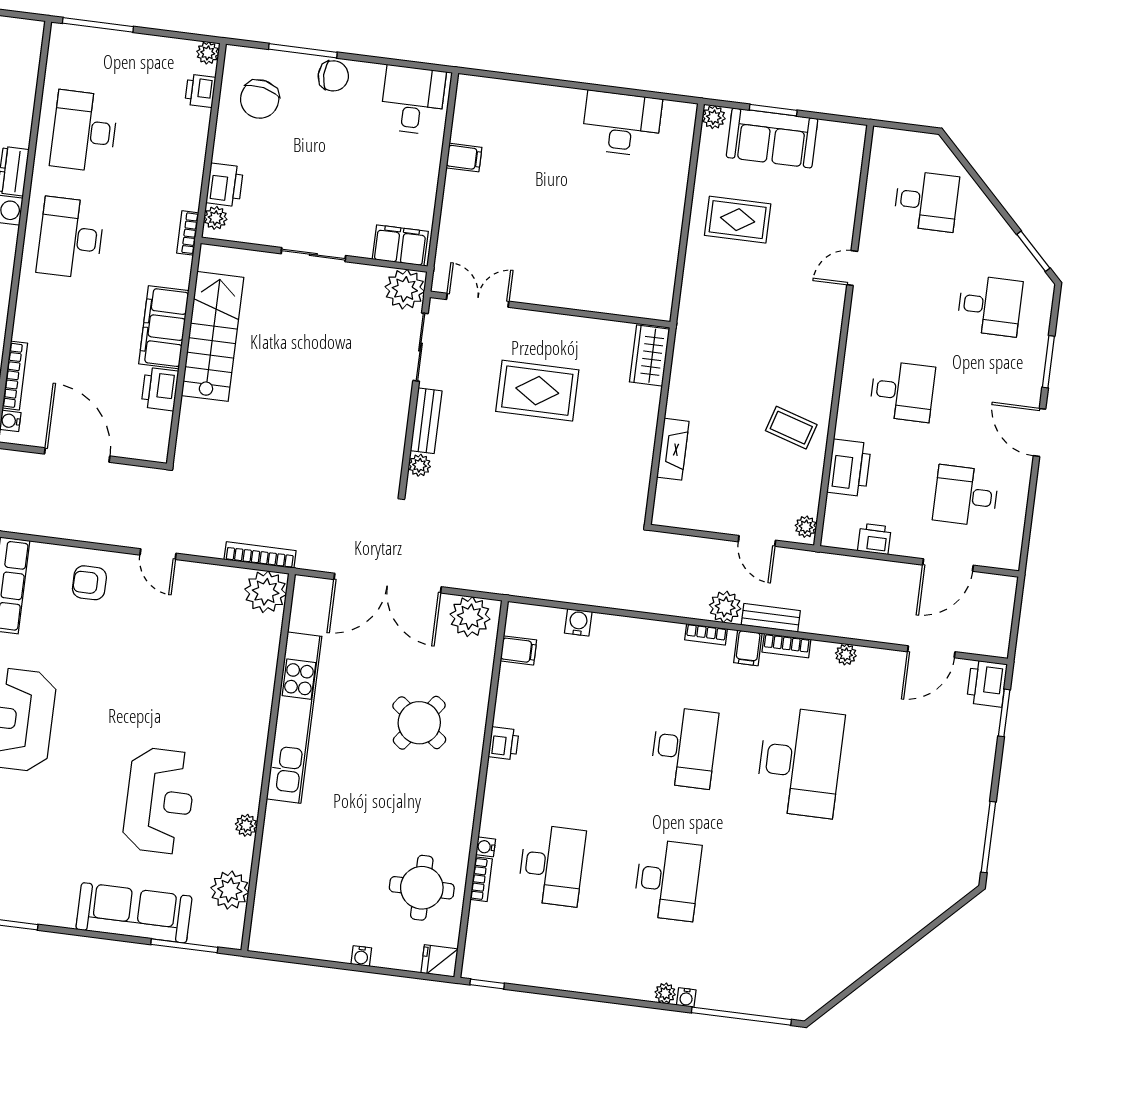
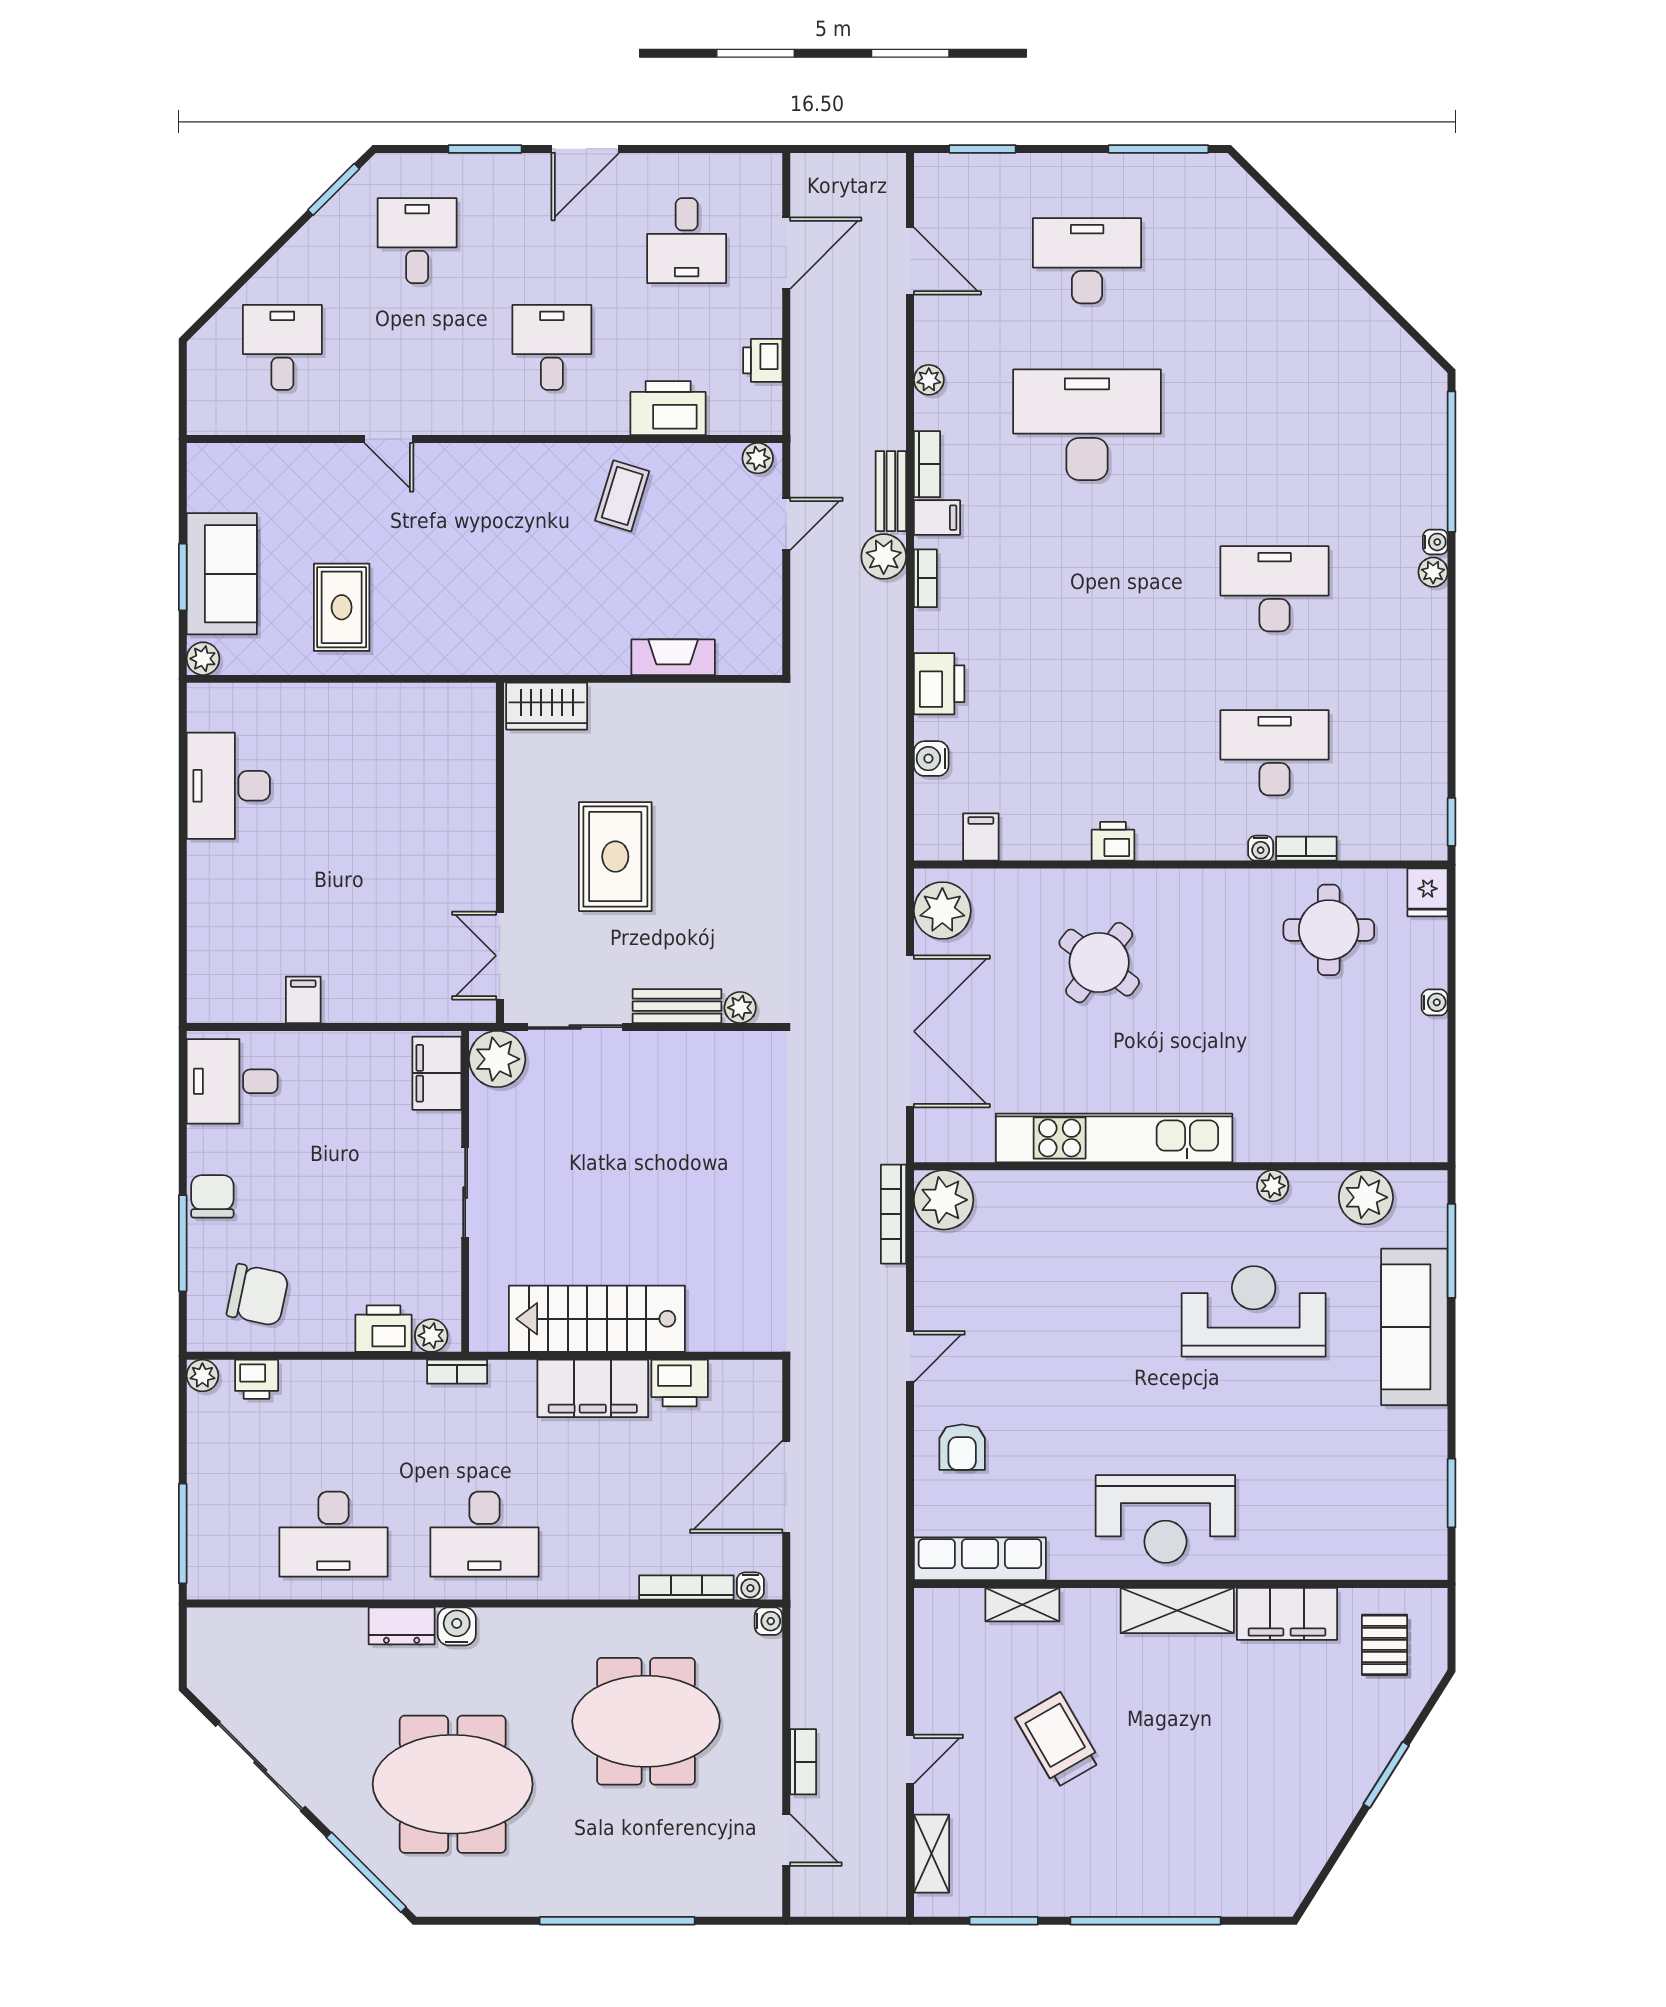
door: (948, 565) -> (786, 253), hinge flipped
printer: (987, 683) -> (939, 684), moved, turned -90
desk: (684, 747) -> (1087, 261), moved

